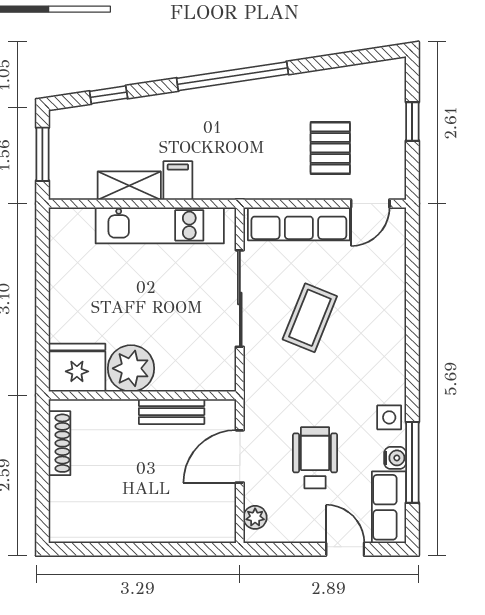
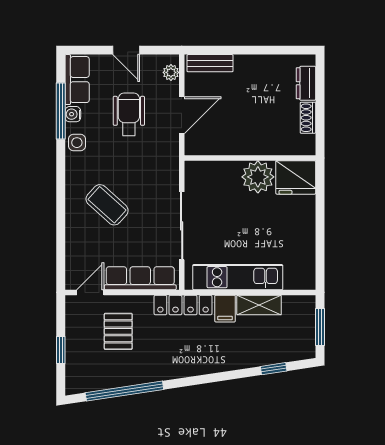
window: (232, 76) -> (124, 391), moved
locker: (238, 186) -> (183, 305), added
coffee table: (310, 318) -> (107, 205), moved, turned -70
bench: (172, 412) -> (210, 63), moved
shoe rack: (60, 443) -> (308, 118), width x0.70
wheelchair: (315, 458) -> (129, 114), turned 180
dresser: (62, 502) -> (306, 83), added
door: (345, 549) -> (126, 50), moved

